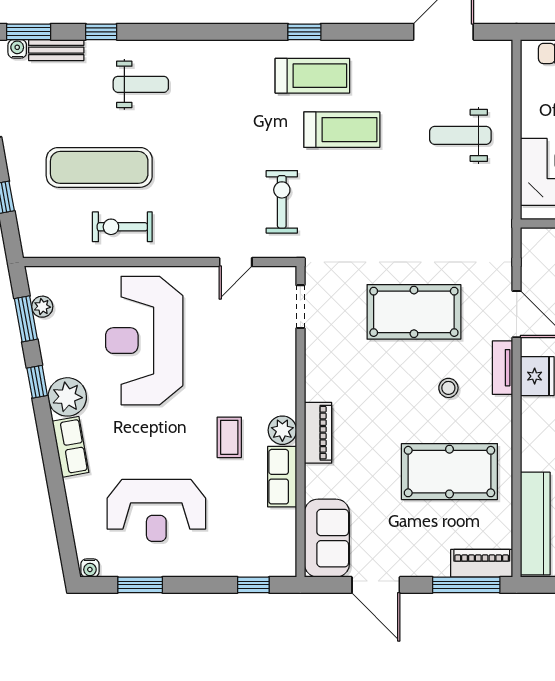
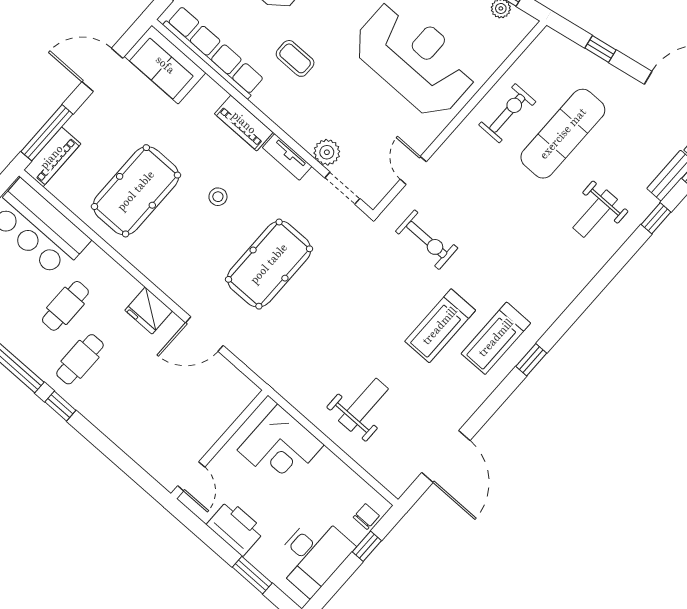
tv unit: (502, 368) -> (287, 157), moved, turned 180
stool: (448, 388) -> (218, 197), moved
plant: (282, 430) -> (327, 152), moved
row of seats: (282, 477) -> (214, 52), width x2.02

